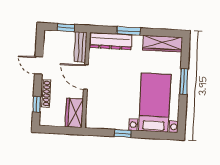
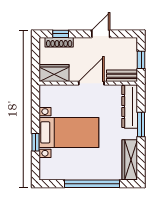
window: (184, 82) -> (92, 184), width x2.11
shoe rack: (45, 93) -> (59, 42), moved
bed with nightstands: (155, 103) -> (69, 132), moved
window: (123, 133) -> (35, 142), moved

